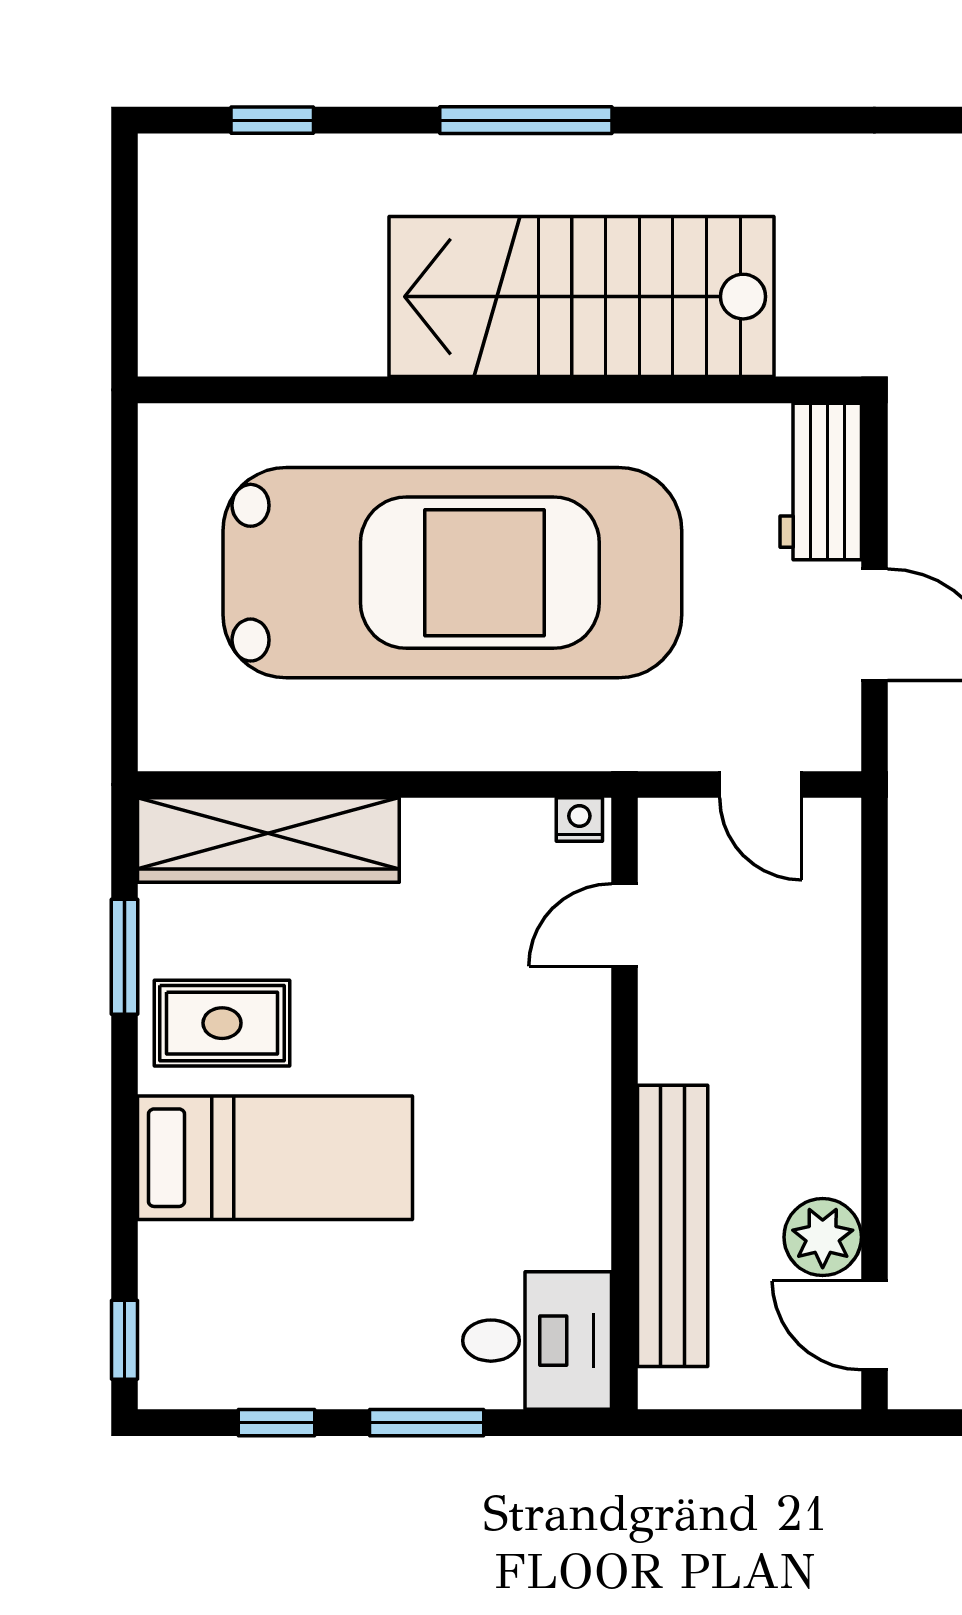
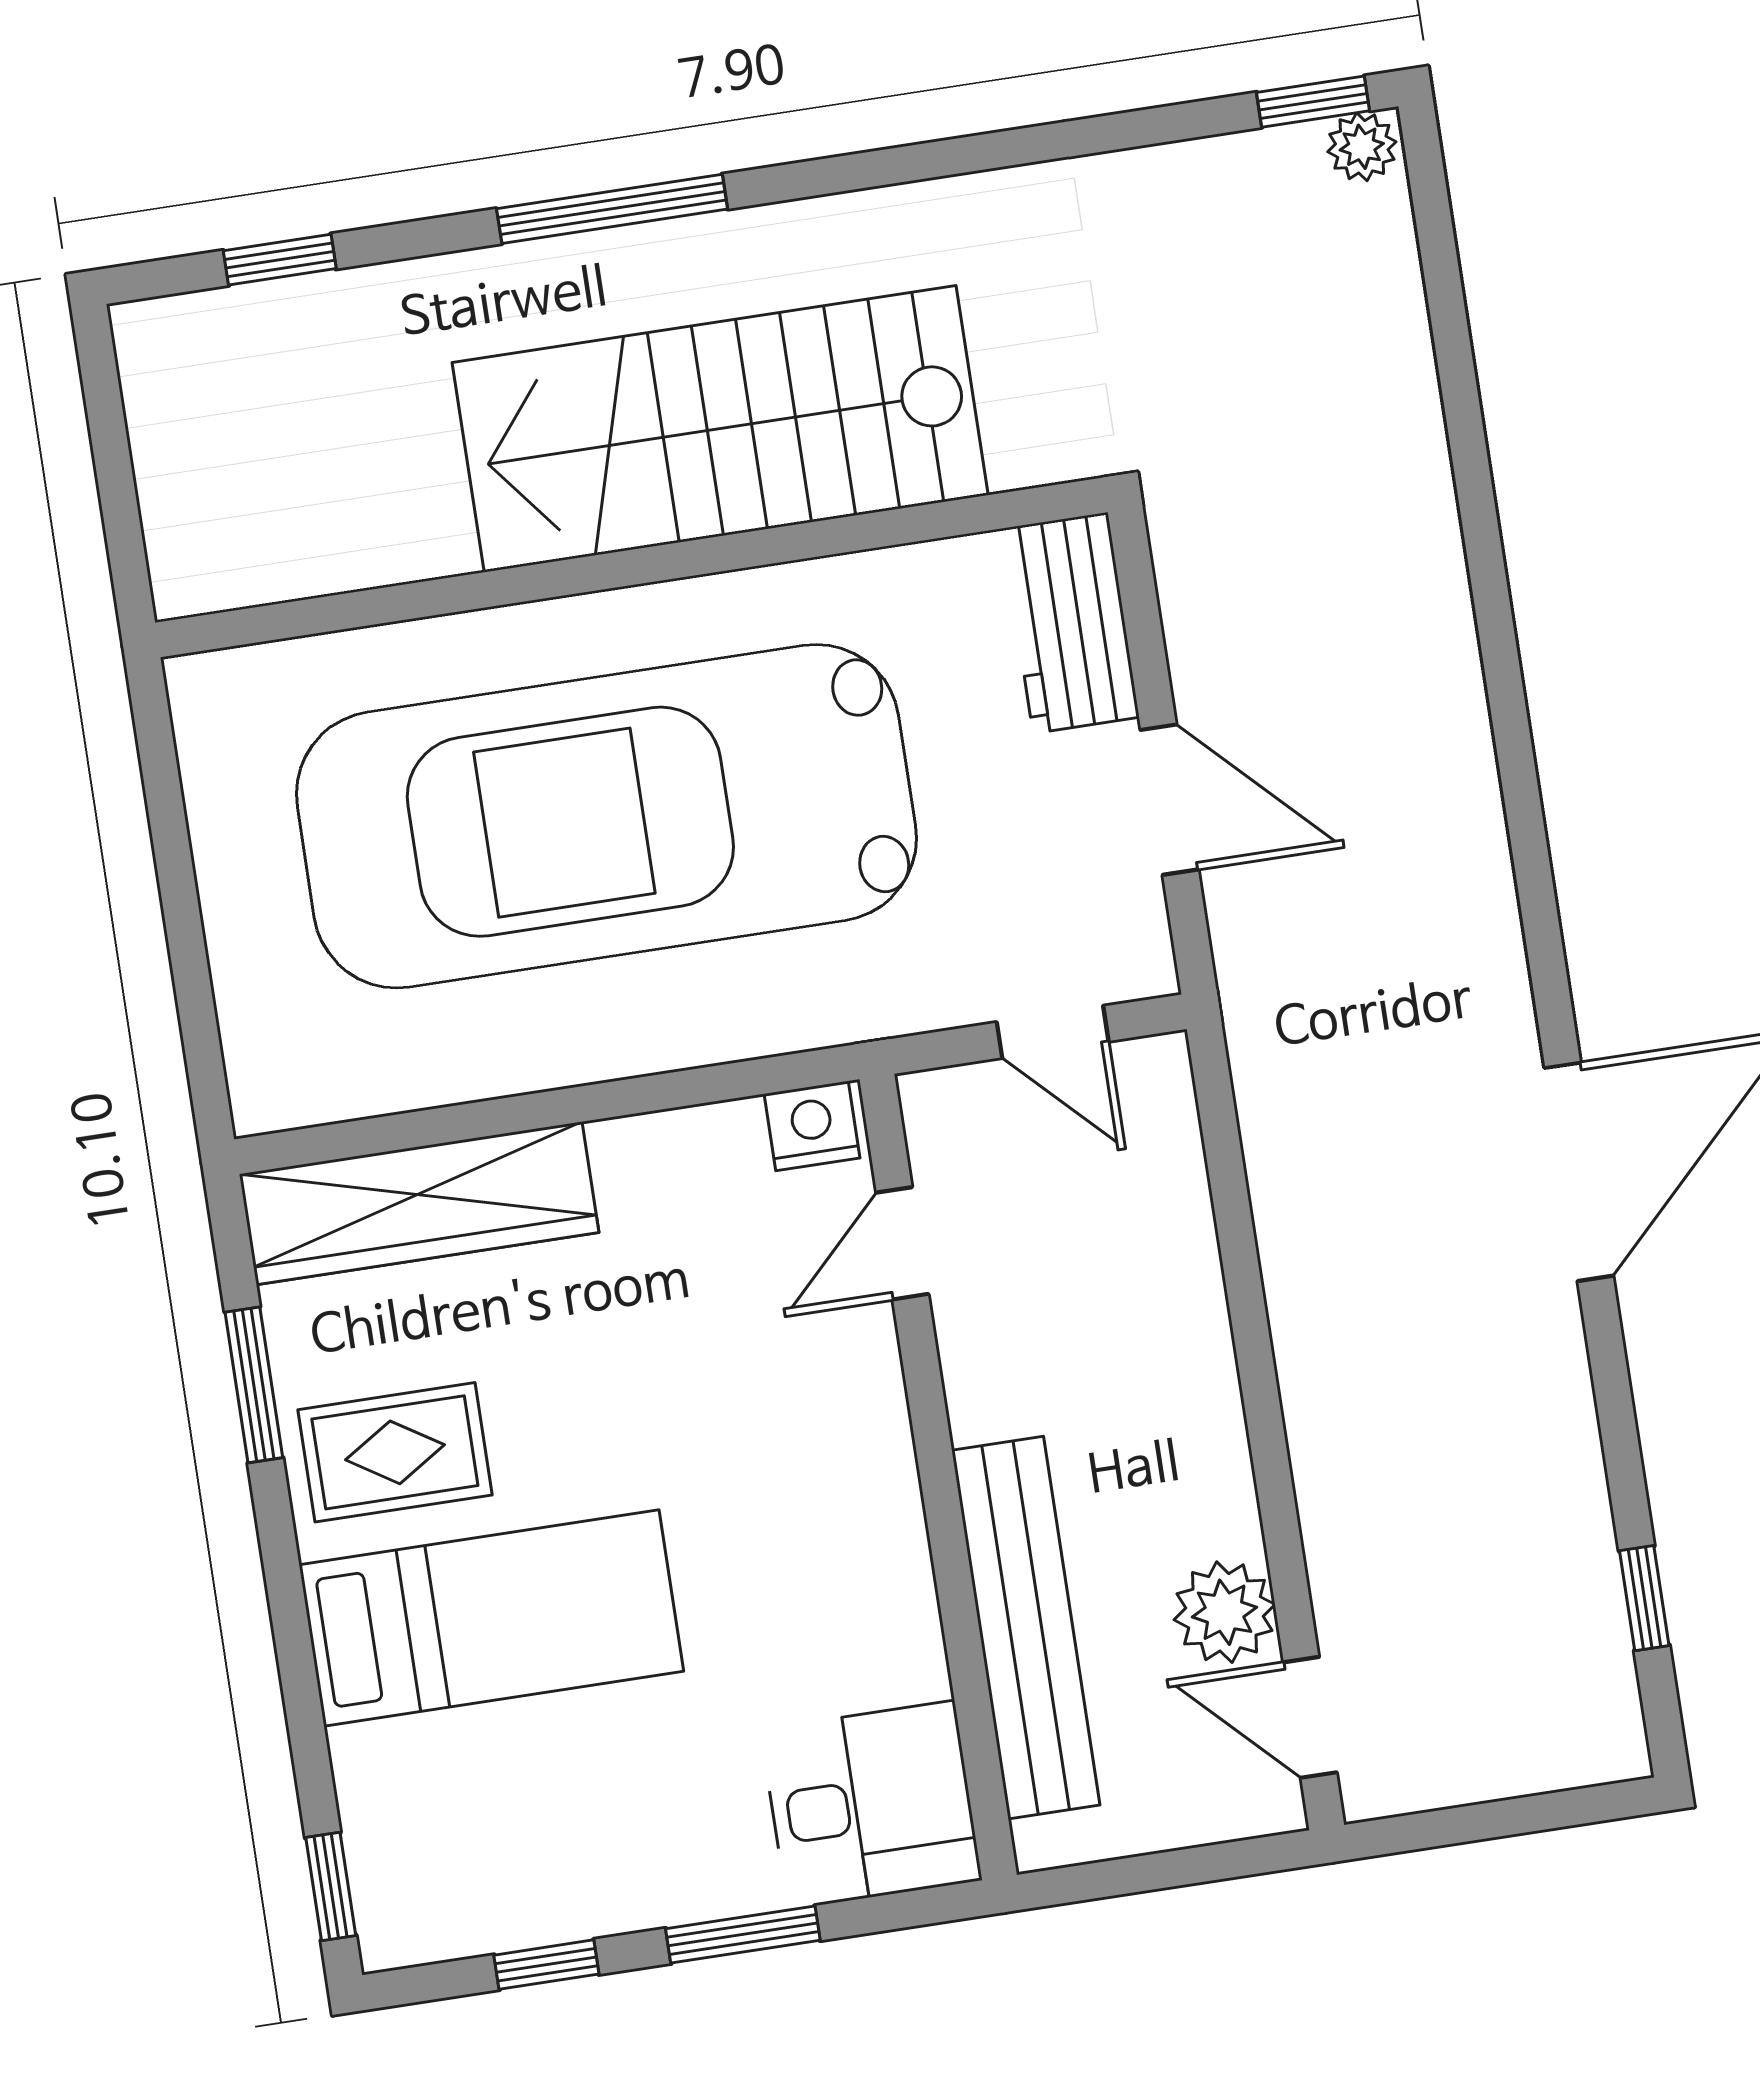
car: (452, 573) -> (606, 816), turned 180
nightstand: (579, 819) -> (812, 1126), width x1.39, depth x1.35

